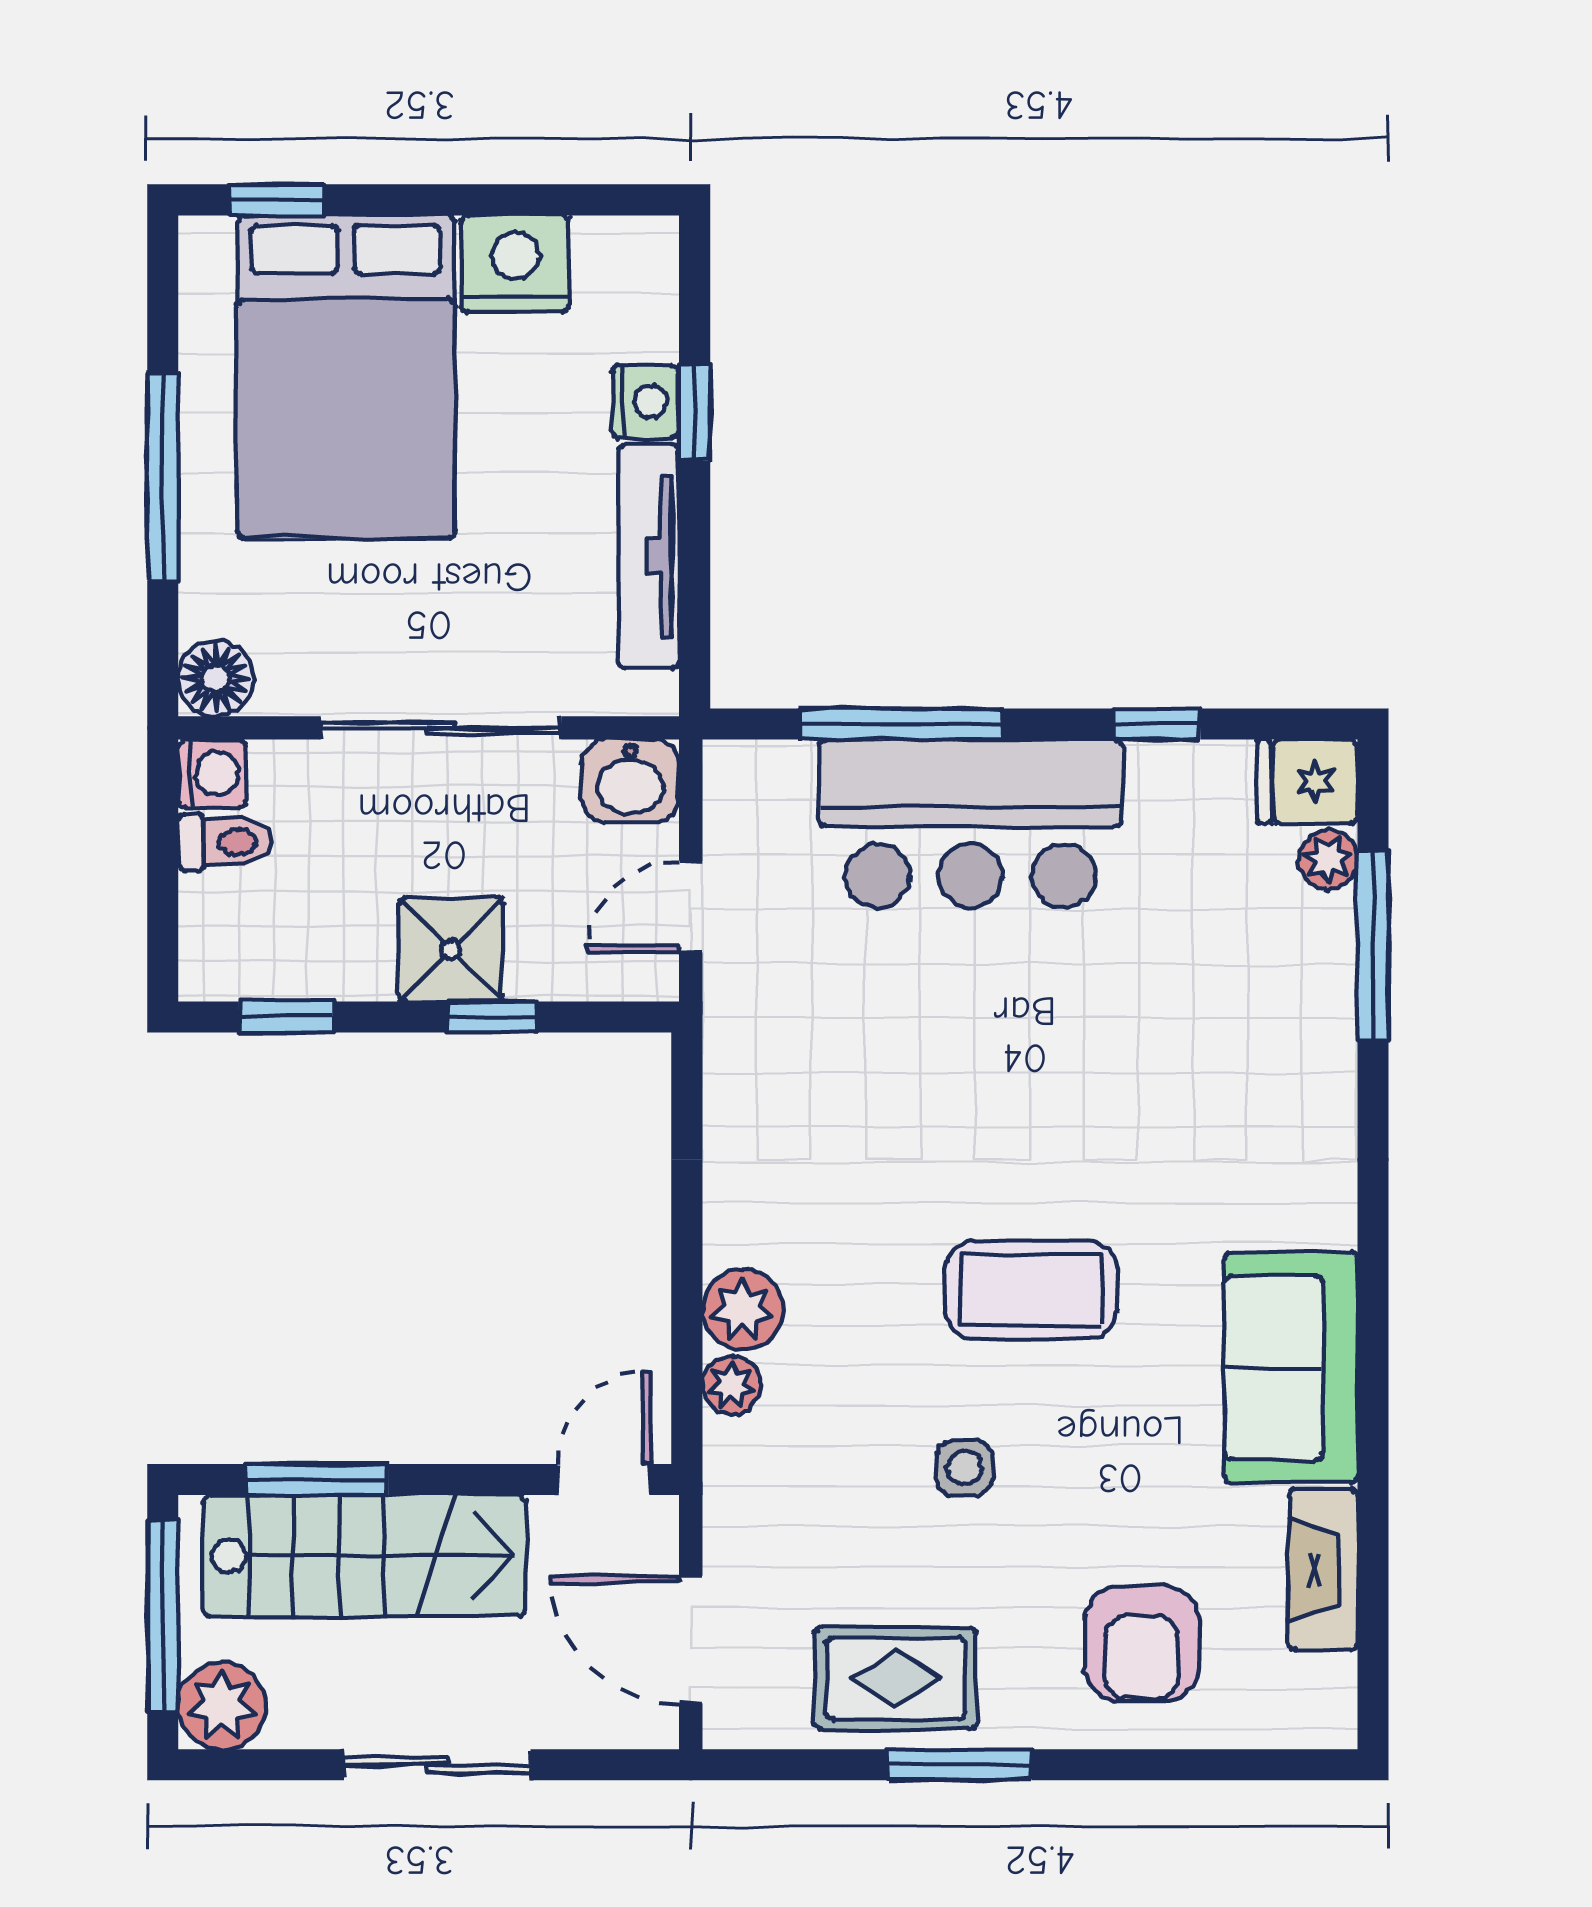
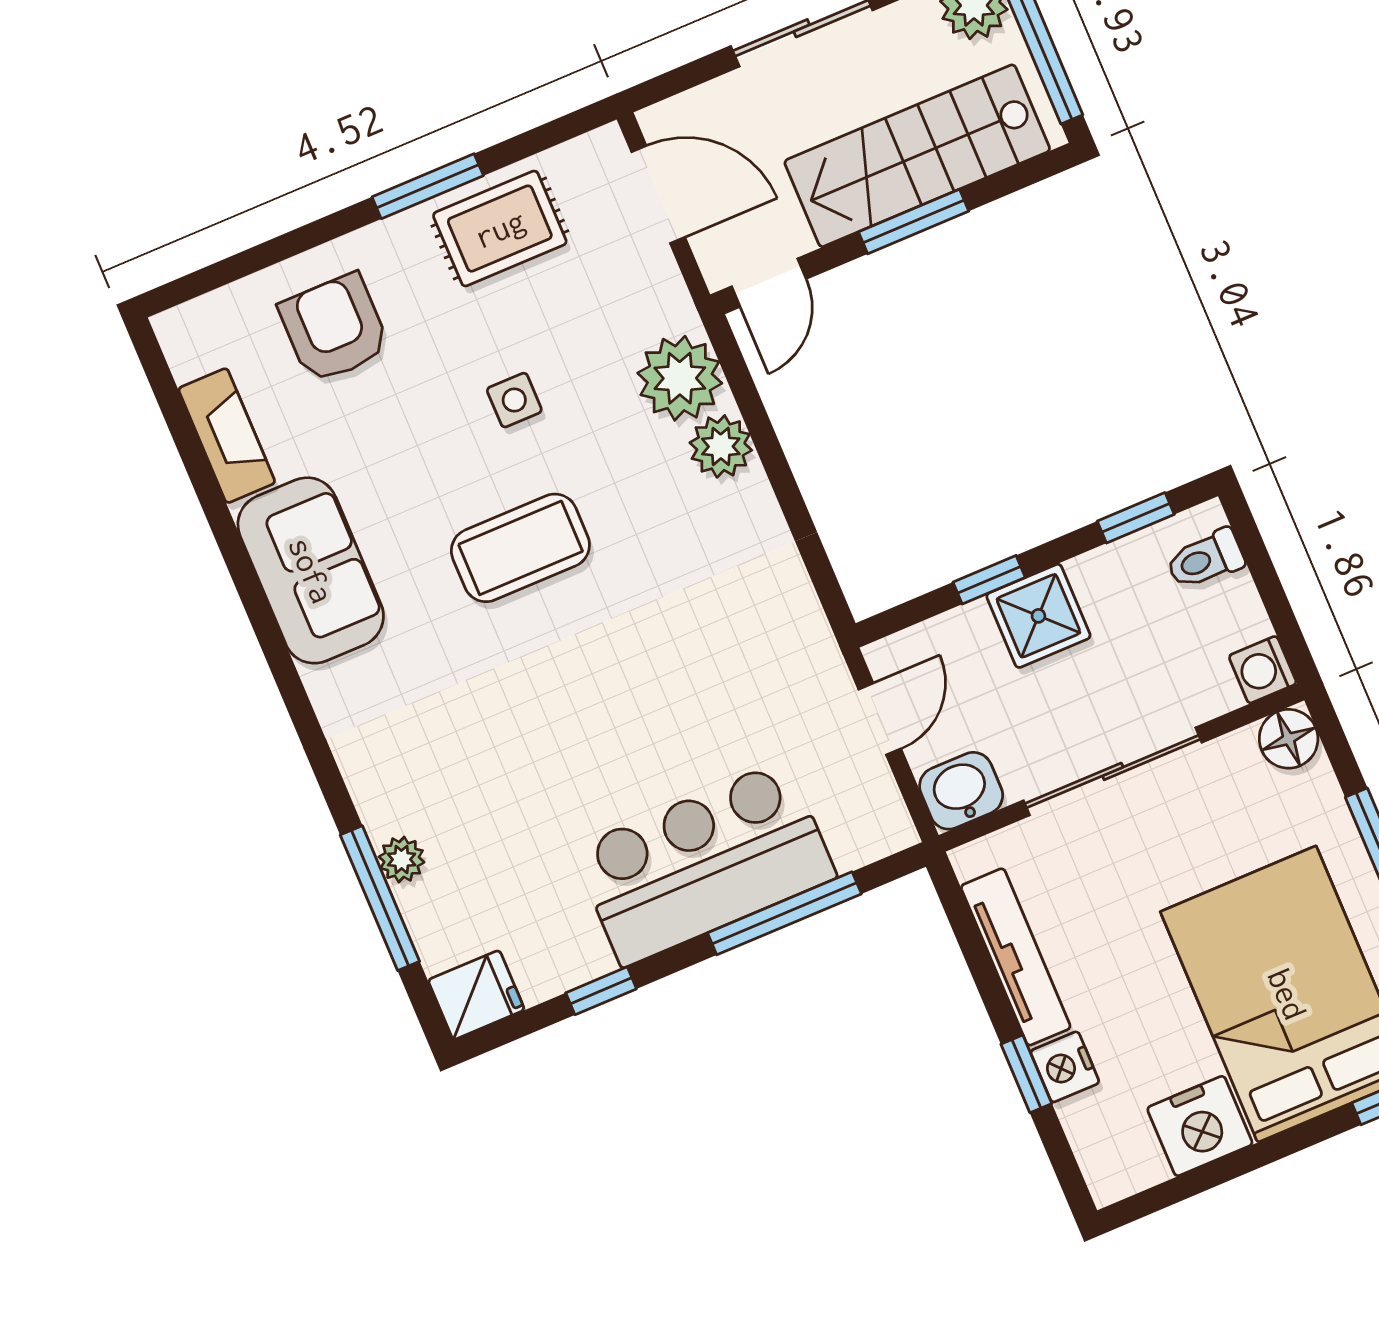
toilet: (225, 842) -> (1205, 559), moved
plant: (1328, 859) -> (402, 860), moved
plant: (732, 1385) -> (680, 378), width x1.87, depth x1.87
window: (317, 1480) -> (914, 222), moved

